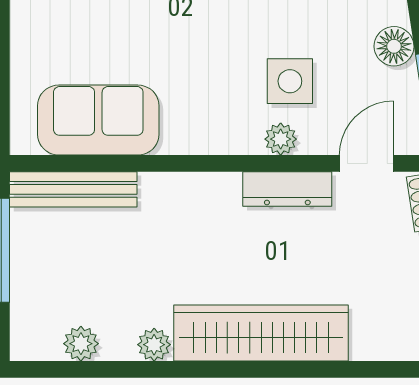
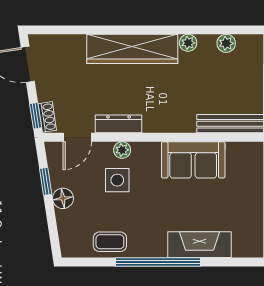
sofa: (98, 120) -> (193, 160), moved

